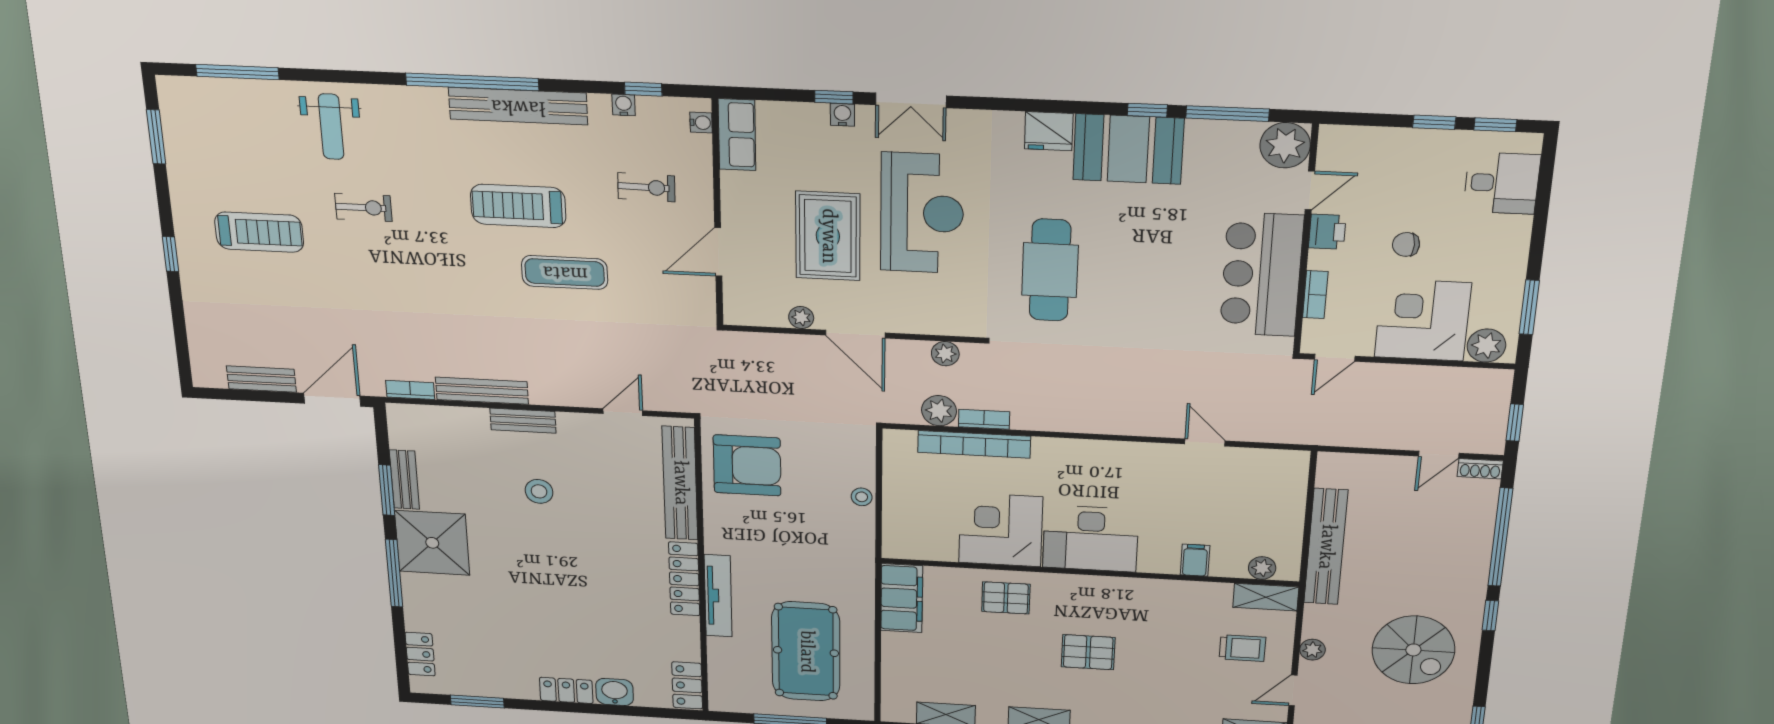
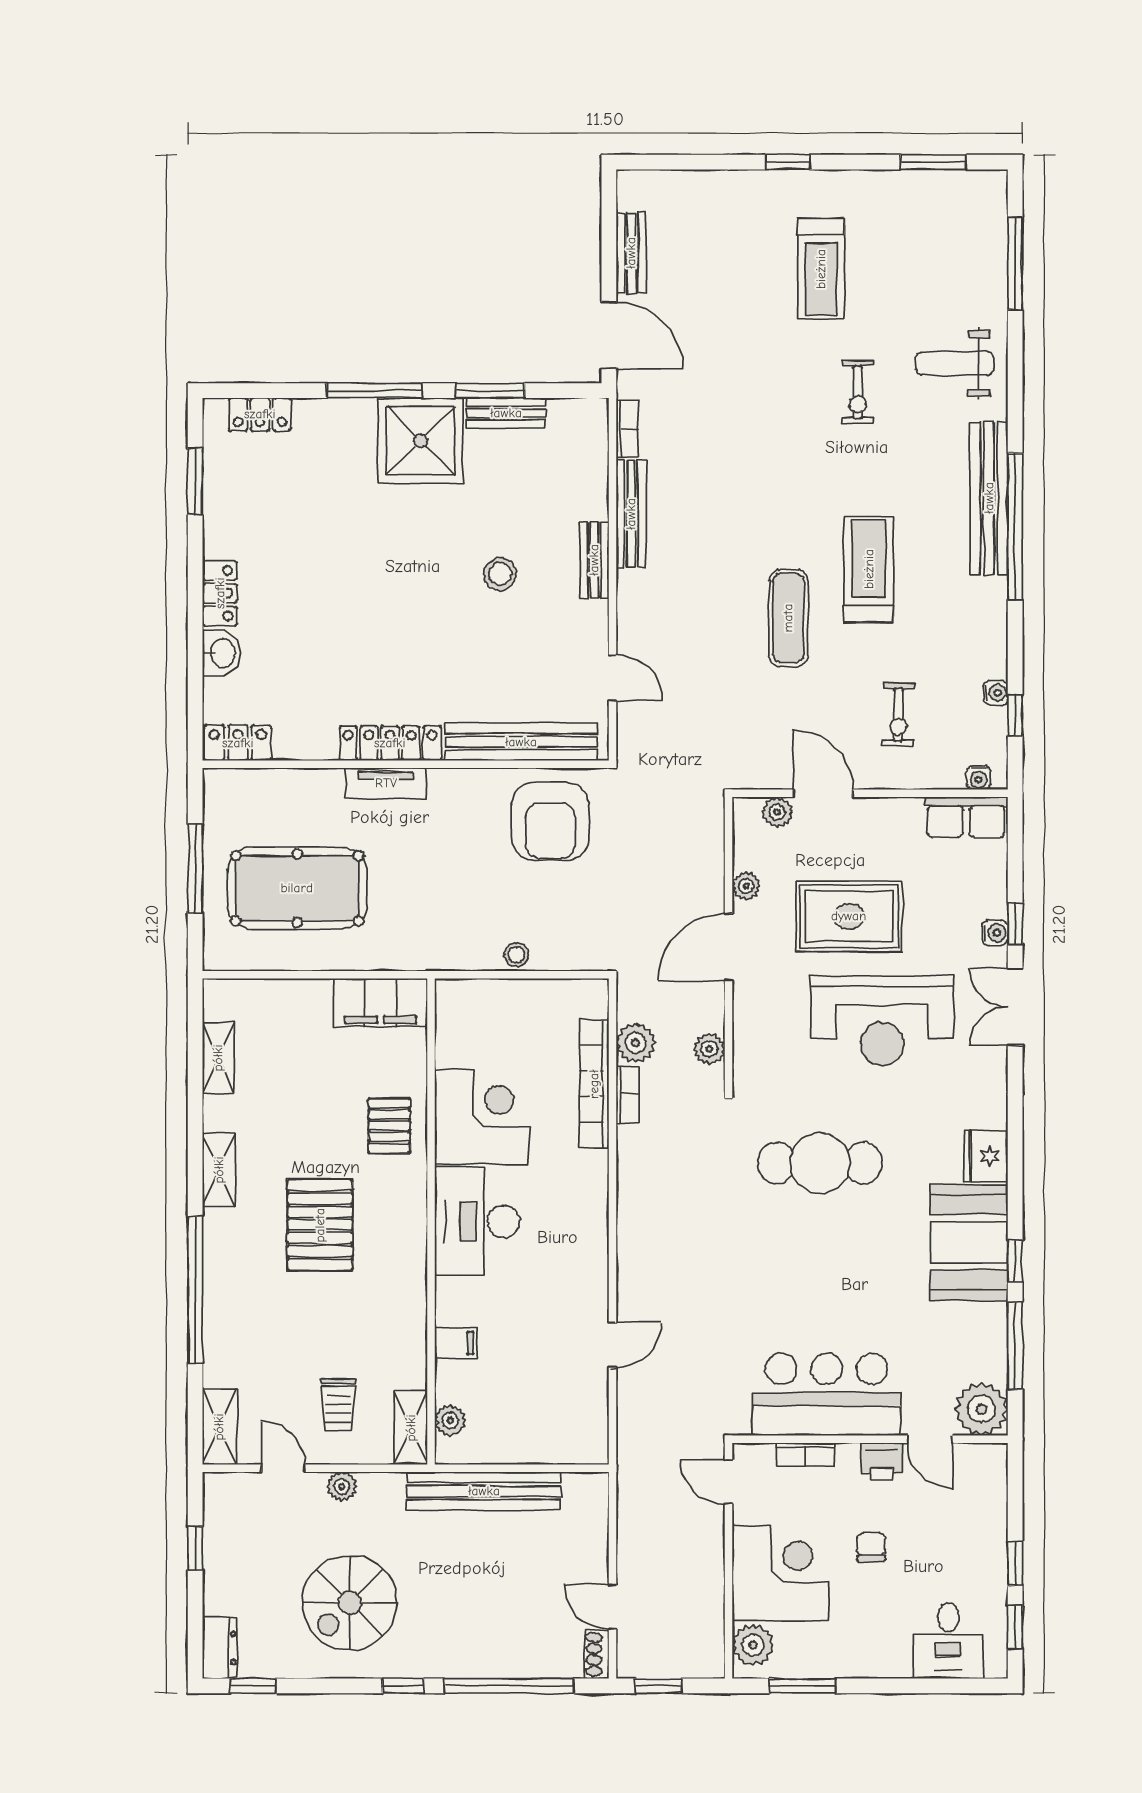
bench: (518, 106) -> (989, 498), moved
plant: (736, 290) -> (777, 812), added
tv unit: (718, 596) -> (386, 783), width x0.71
pallet: (1088, 652) -> (320, 1225), width x1.50, depth x1.42

